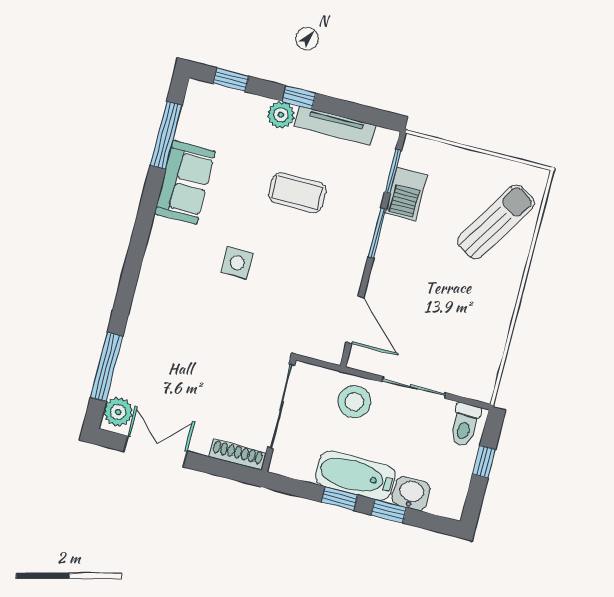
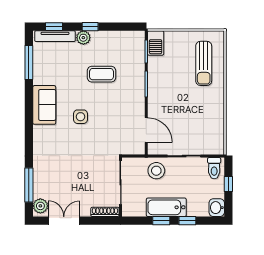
tv unit: (335, 126) -> (55, 36), moved
sofa: (185, 182) -> (44, 105), moved
barbecue: (406, 194) -> (156, 43), moved
sun lounger: (496, 222) -> (204, 63), turned 148
washbasin: (411, 493) -> (217, 208), moved, turned -90

